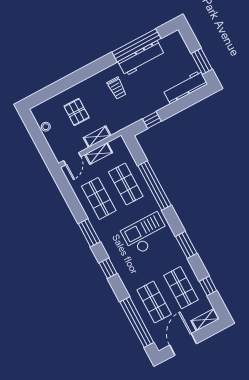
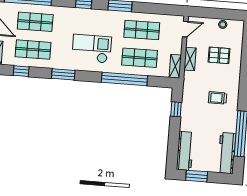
workbench: (141, 58) -> (227, 153), moved
shelving: (99, 153) -> (175, 66), moved
door: (72, 159) -> (185, 29), swing flipped
checkout: (146, 234) -> (92, 49), turned -90

